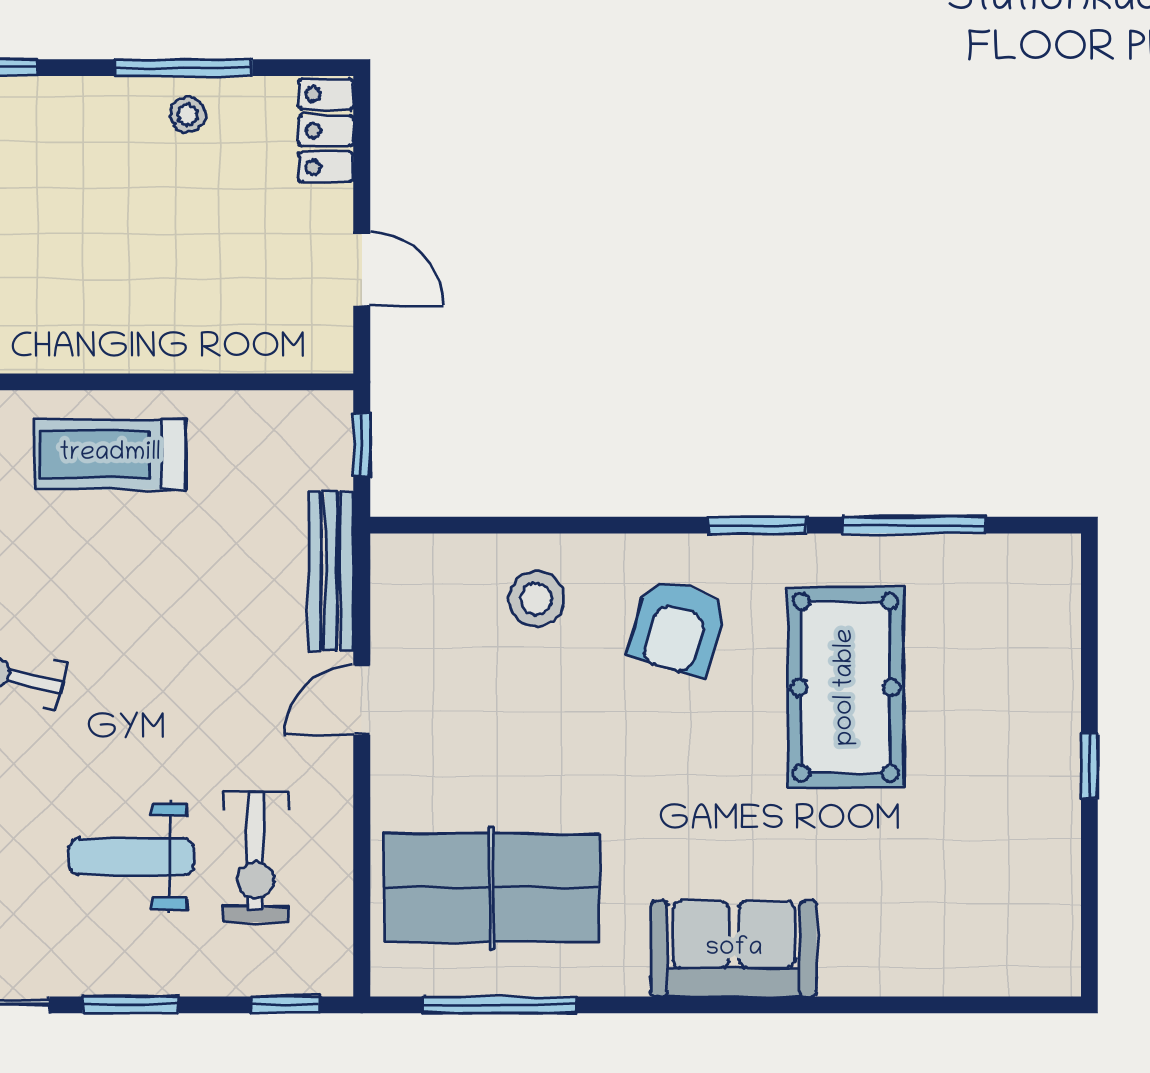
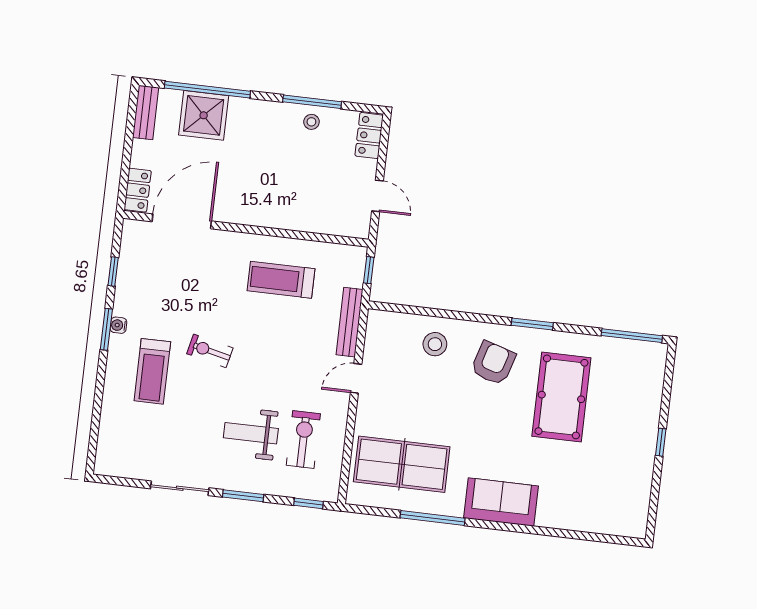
treadmill: (110, 454) -> (281, 280), moved
window: (914, 525) -> (632, 336), moved
armchair: (677, 627) -> (493, 363), turned 180
exercise bike: (256, 857) -> (303, 439), turned 180
window: (500, 1005) -> (433, 518), moved

